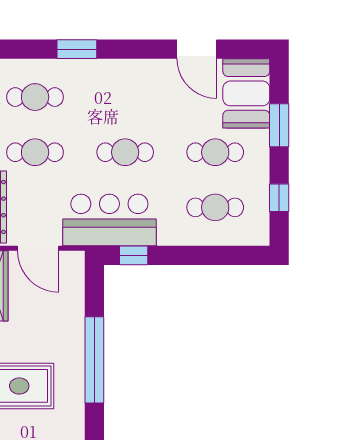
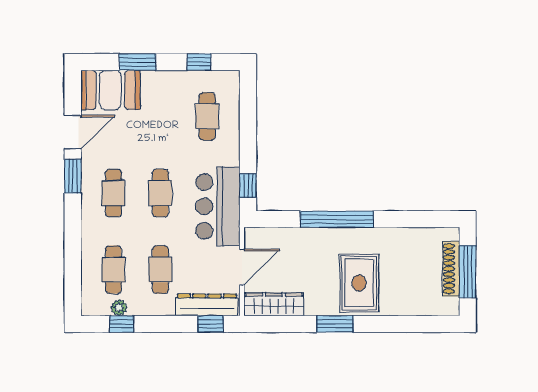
window: (77, 49) -> (73, 176), moved
cafe table: (215, 152) -> (113, 193), moved

